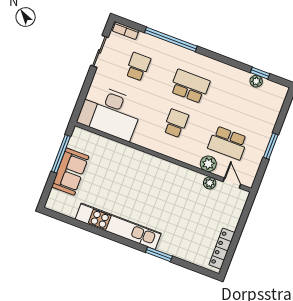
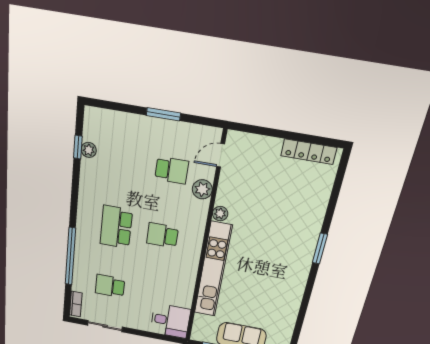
desk: (110, 112) -> (170, 321), width x0.53, depth x0.77
school desk: (228, 143) -> (172, 170), width x0.54
plant: (210, 183) -> (220, 214), moved
kitchen unit: (118, 226) -> (213, 270), moved, turned 180
window: (159, 254) -> (320, 249), moved

